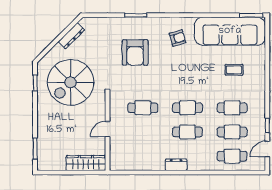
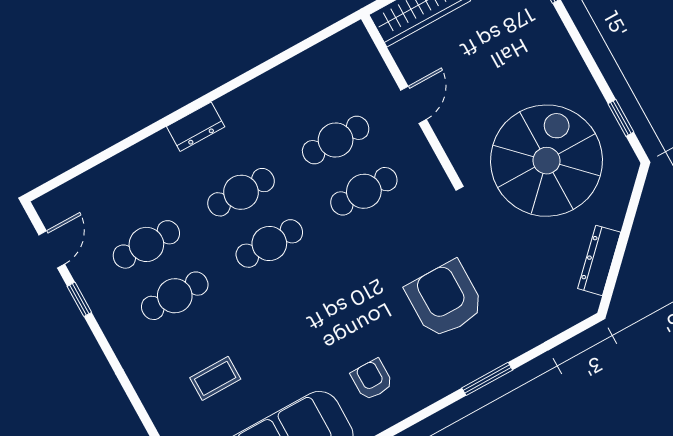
armchair: (177, 38) -> (372, 380), turned 106
cafe table: (232, 156) -> (336, 140), moved
dresser: (176, 165) -> (196, 127), moved

